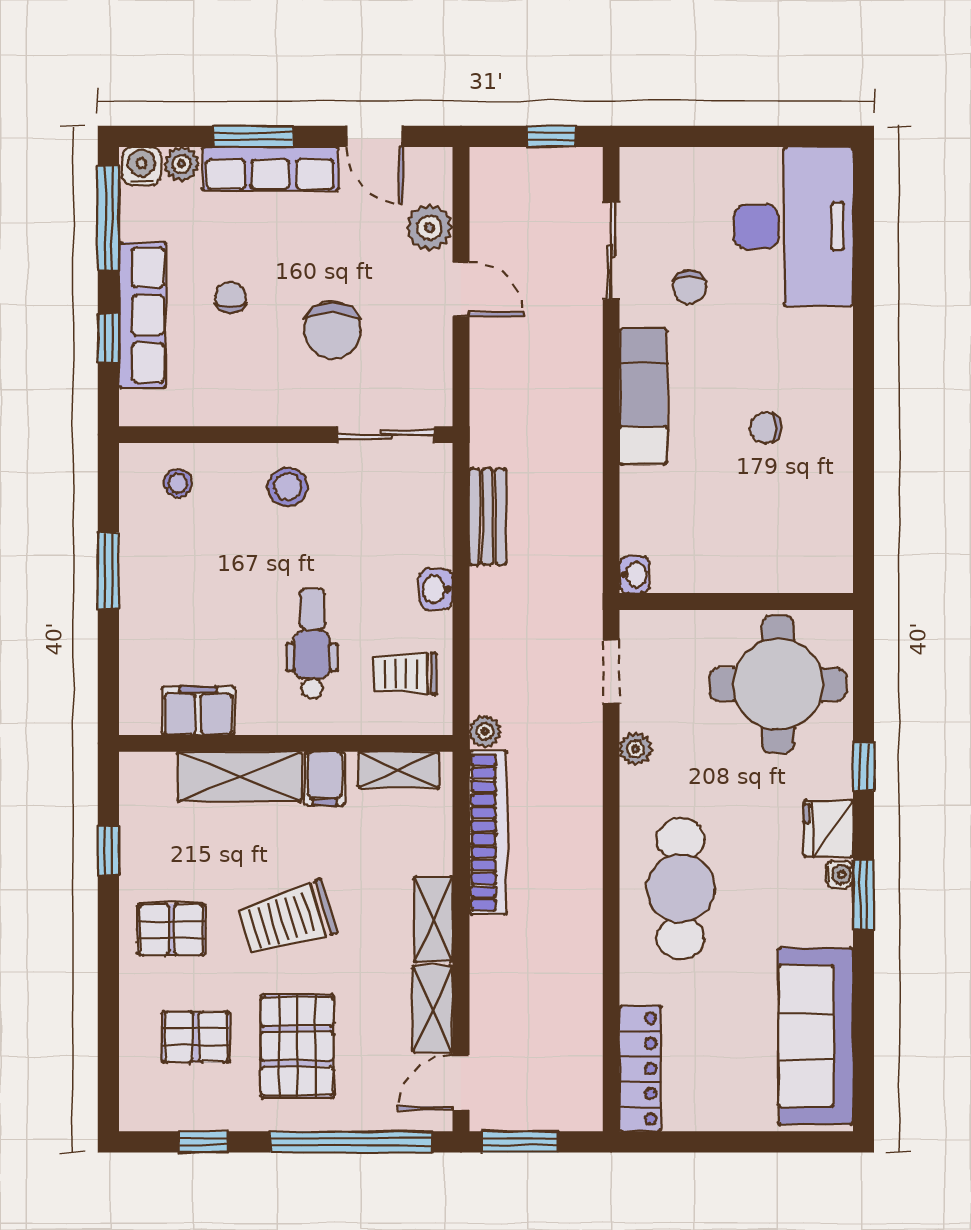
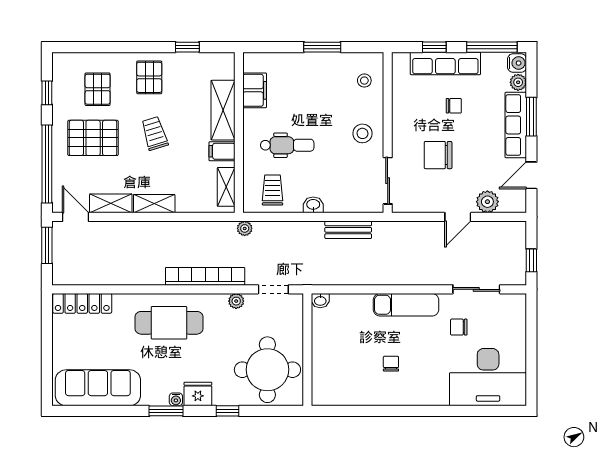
bookcase: (488, 833) -> (205, 276), moved, turned 180
trolley: (288, 919) -> (155, 133), width x0.73, depth x0.72

